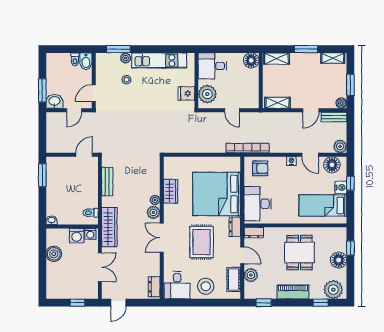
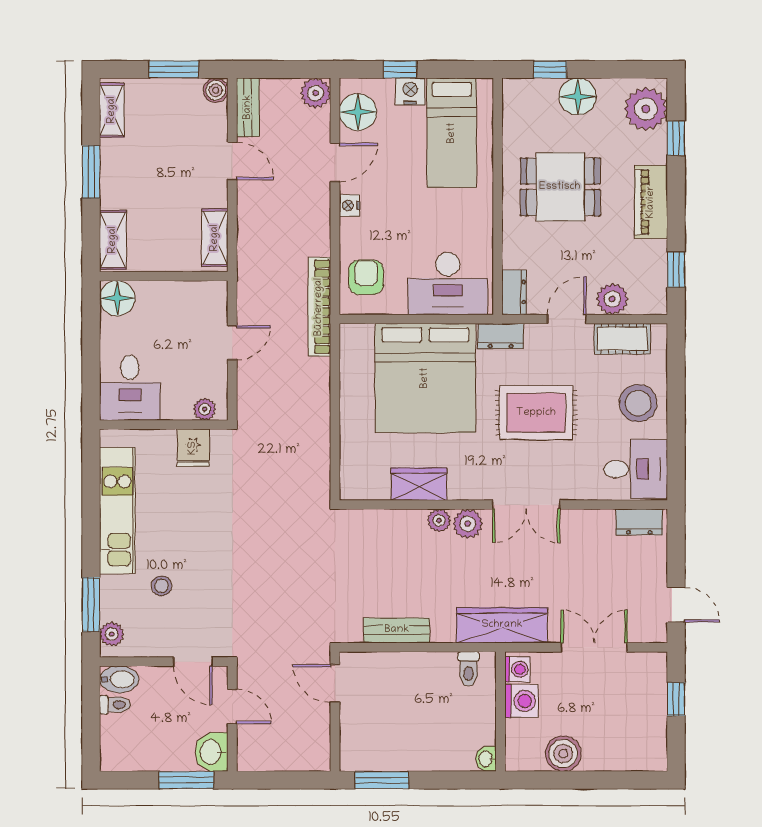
plant: (126, 58) -> (112, 634), moved
plant: (207, 94) -> (205, 409), width x0.53, depth x0.53

